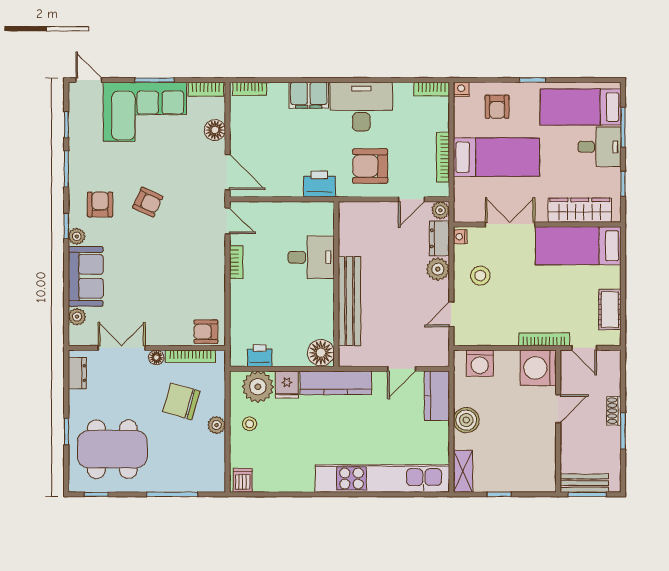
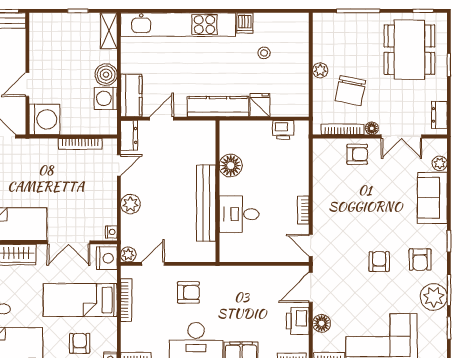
armchair: (370, 166) -> (188, 292), width x0.72, depth x0.72
door: (227, 172) -> (311, 287), hinge flipped
printer: (320, 184) -> (298, 321), moved, turned 90
armchair: (148, 202) -> (379, 262), turned 65
nightstand: (466, 206) -> (107, 258), added
plant: (77, 236) -> (434, 297), moved, width x1.87, depth x1.87
dresser: (439, 238) -> (129, 135), moved
stool: (480, 276) -> (94, 198), removed
bench: (349, 301) -> (206, 203), moved
armchair: (206, 332) -> (357, 154), moved
bookcase: (544, 339) -> (80, 144), moved
floor lamp: (321, 353) -> (231, 166), moved
washing machine: (480, 363) -> (106, 98), moved, turned -90
plant: (258, 387) -> (285, 103), removed
chair: (181, 401) -> (350, 91), turned 85
stool: (250, 424) -> (264, 53), moved
dining table: (112, 449) -> (409, 50), turned 90
dishwasher: (243, 480) -> (245, 23), moved

